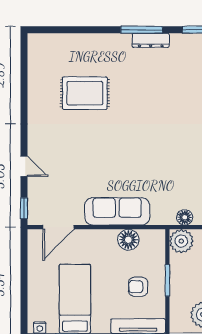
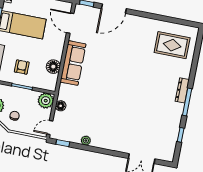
dresser: (151, 40) -> (182, 90), moved
rug: (85, 93) -> (172, 45), moved, turned 90
door: (24, 166) -> (114, 9), width x1.88

